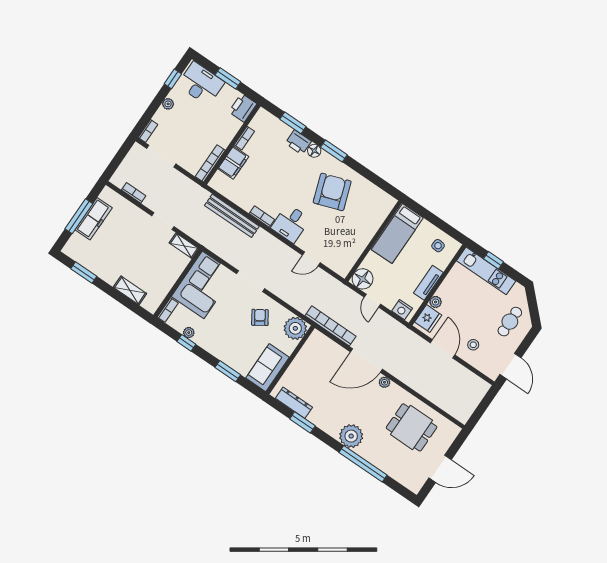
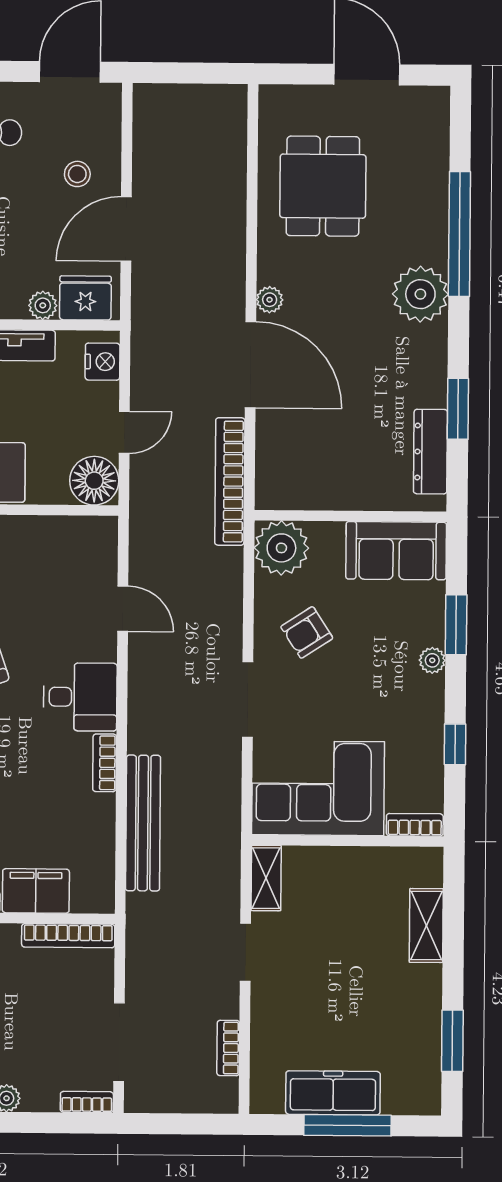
plant: (189, 333) -> (432, 660), moved

